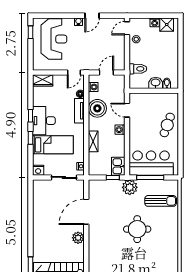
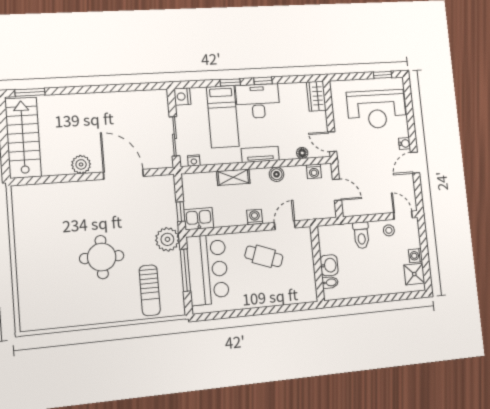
door: (92, 16) -> (415, 163), hinge flipped
toilet: (138, 69) -> (361, 235), moved
boiler: (97, 108) -> (276, 174), width x0.54, depth x0.54
tv unit: (79, 111) -> (260, 154), moved
cafe table: (167, 125) -> (264, 256), moved

